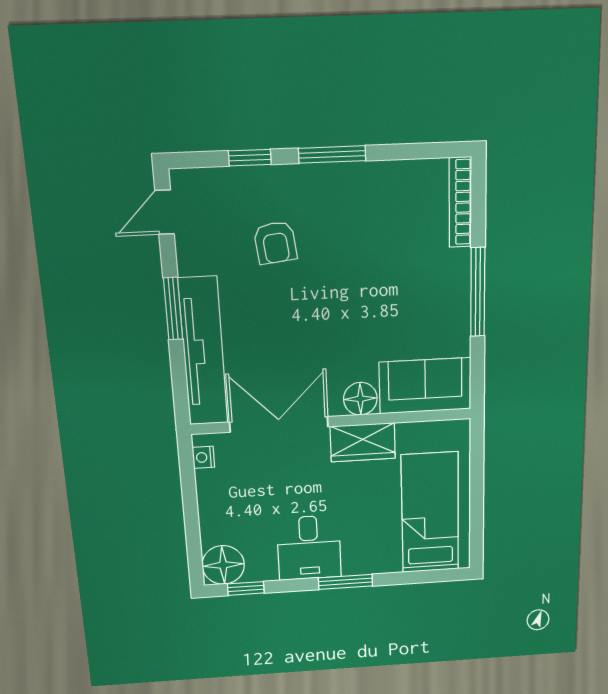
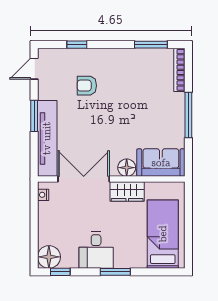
window: (332, 154) -> (151, 45), moved
armchair: (275, 243) -> (87, 86), turned 97

